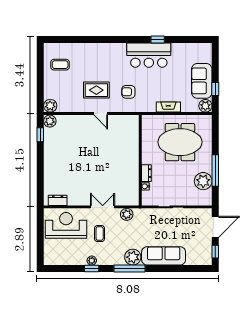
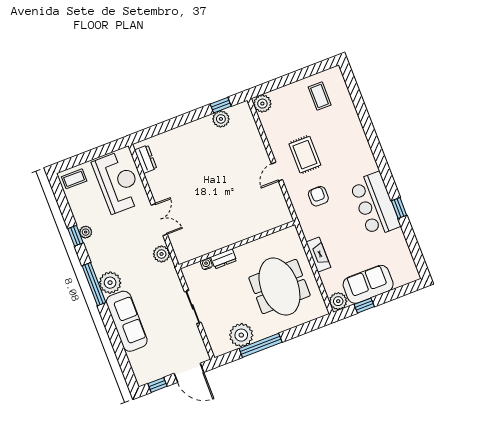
plant: (50, 121) -> (221, 119), moved
coffee table: (100, 234) -> (74, 179), moved

